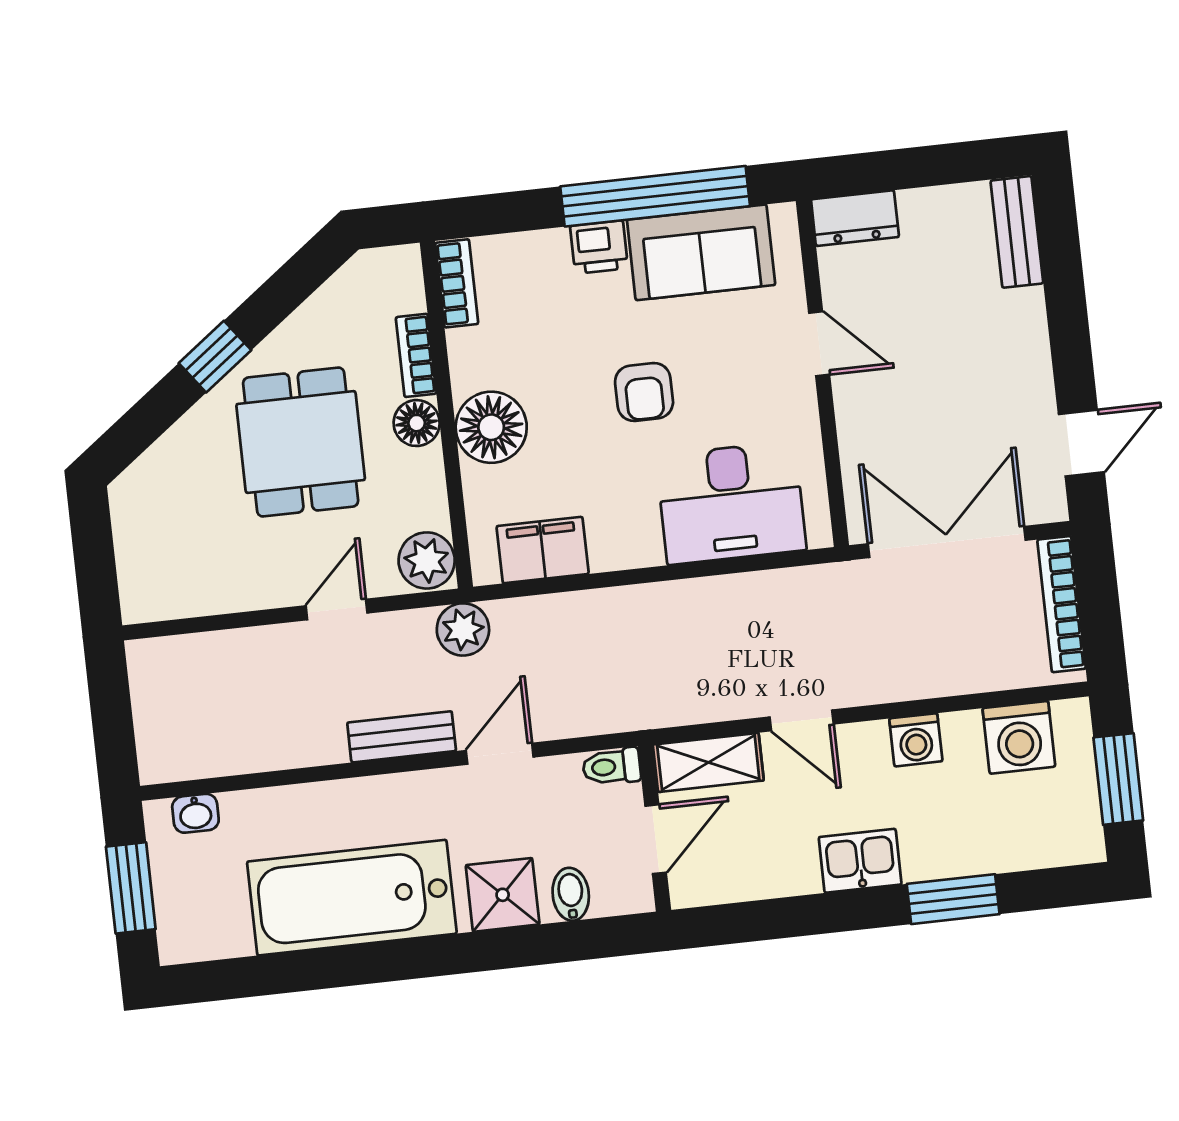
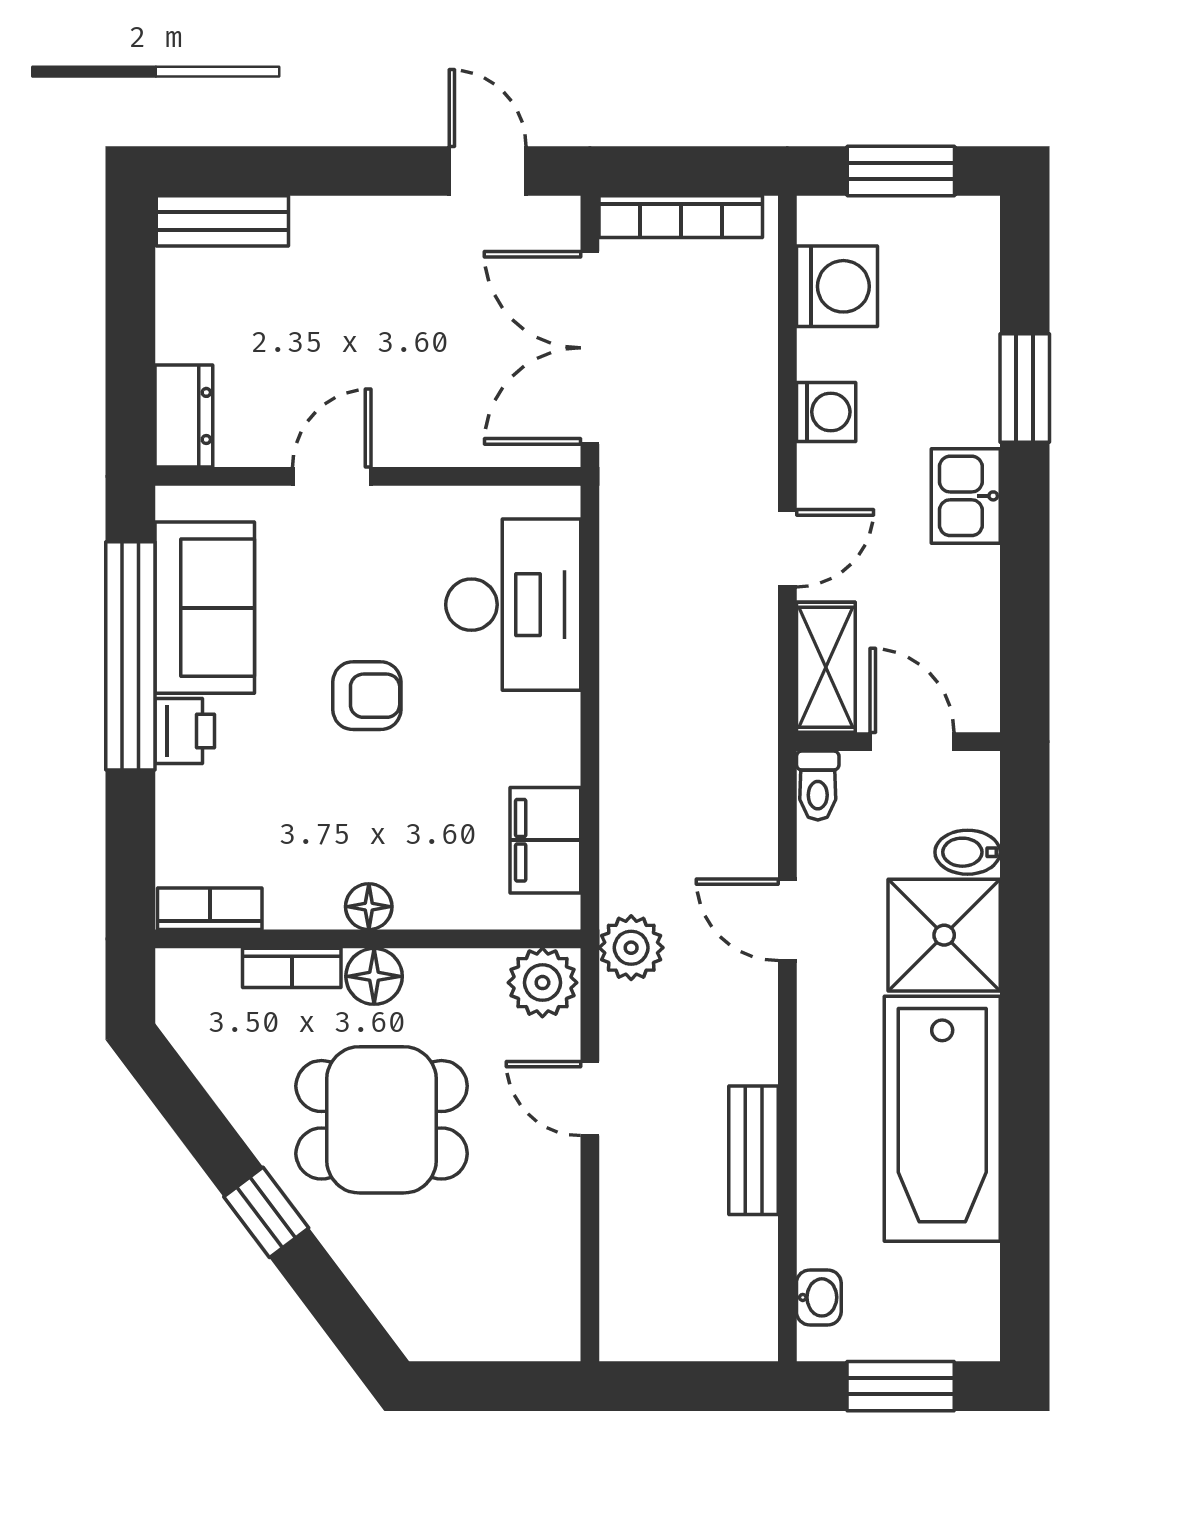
floor lamp: (491, 427) -> (369, 907), width x0.53, depth x0.53
bench: (402, 737) -> (753, 1150), moved
shower: (503, 895) -> (944, 935), width x1.36, depth x1.36

